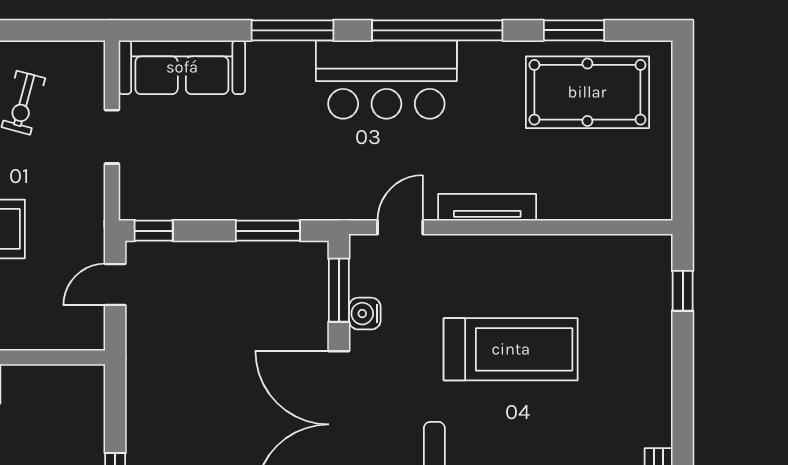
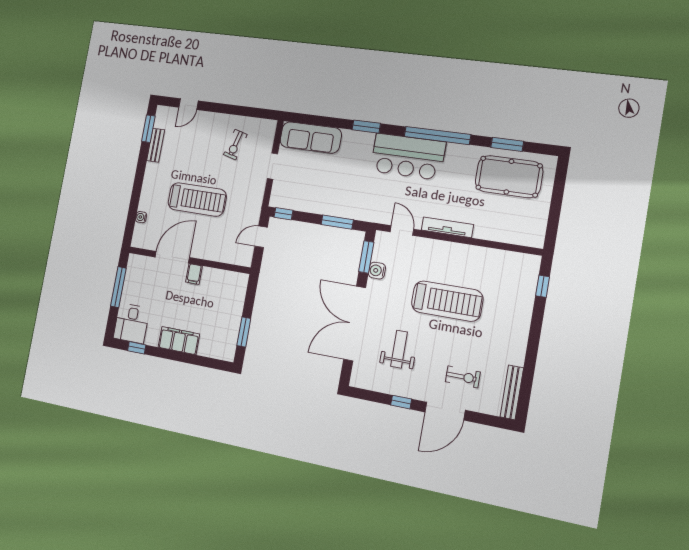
window: (293, 30) -> (366, 127), width x0.69
door: (400, 227) -> (402, 230), hinge flipped

